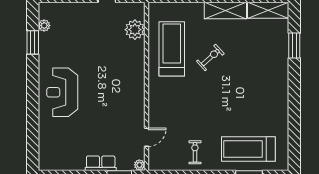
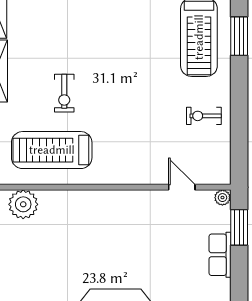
exercise bike: (210, 57) -> (64, 93), turned -138

